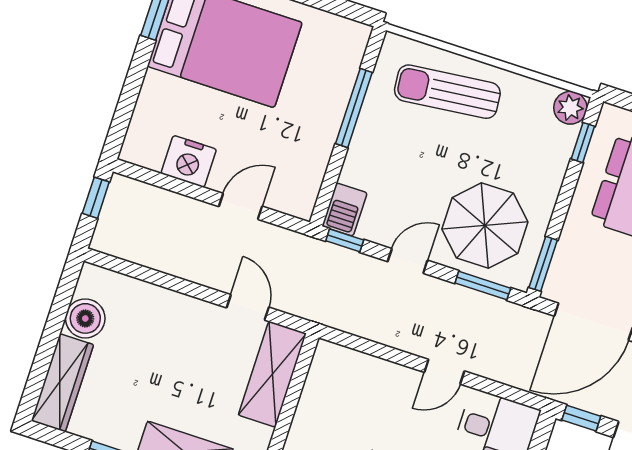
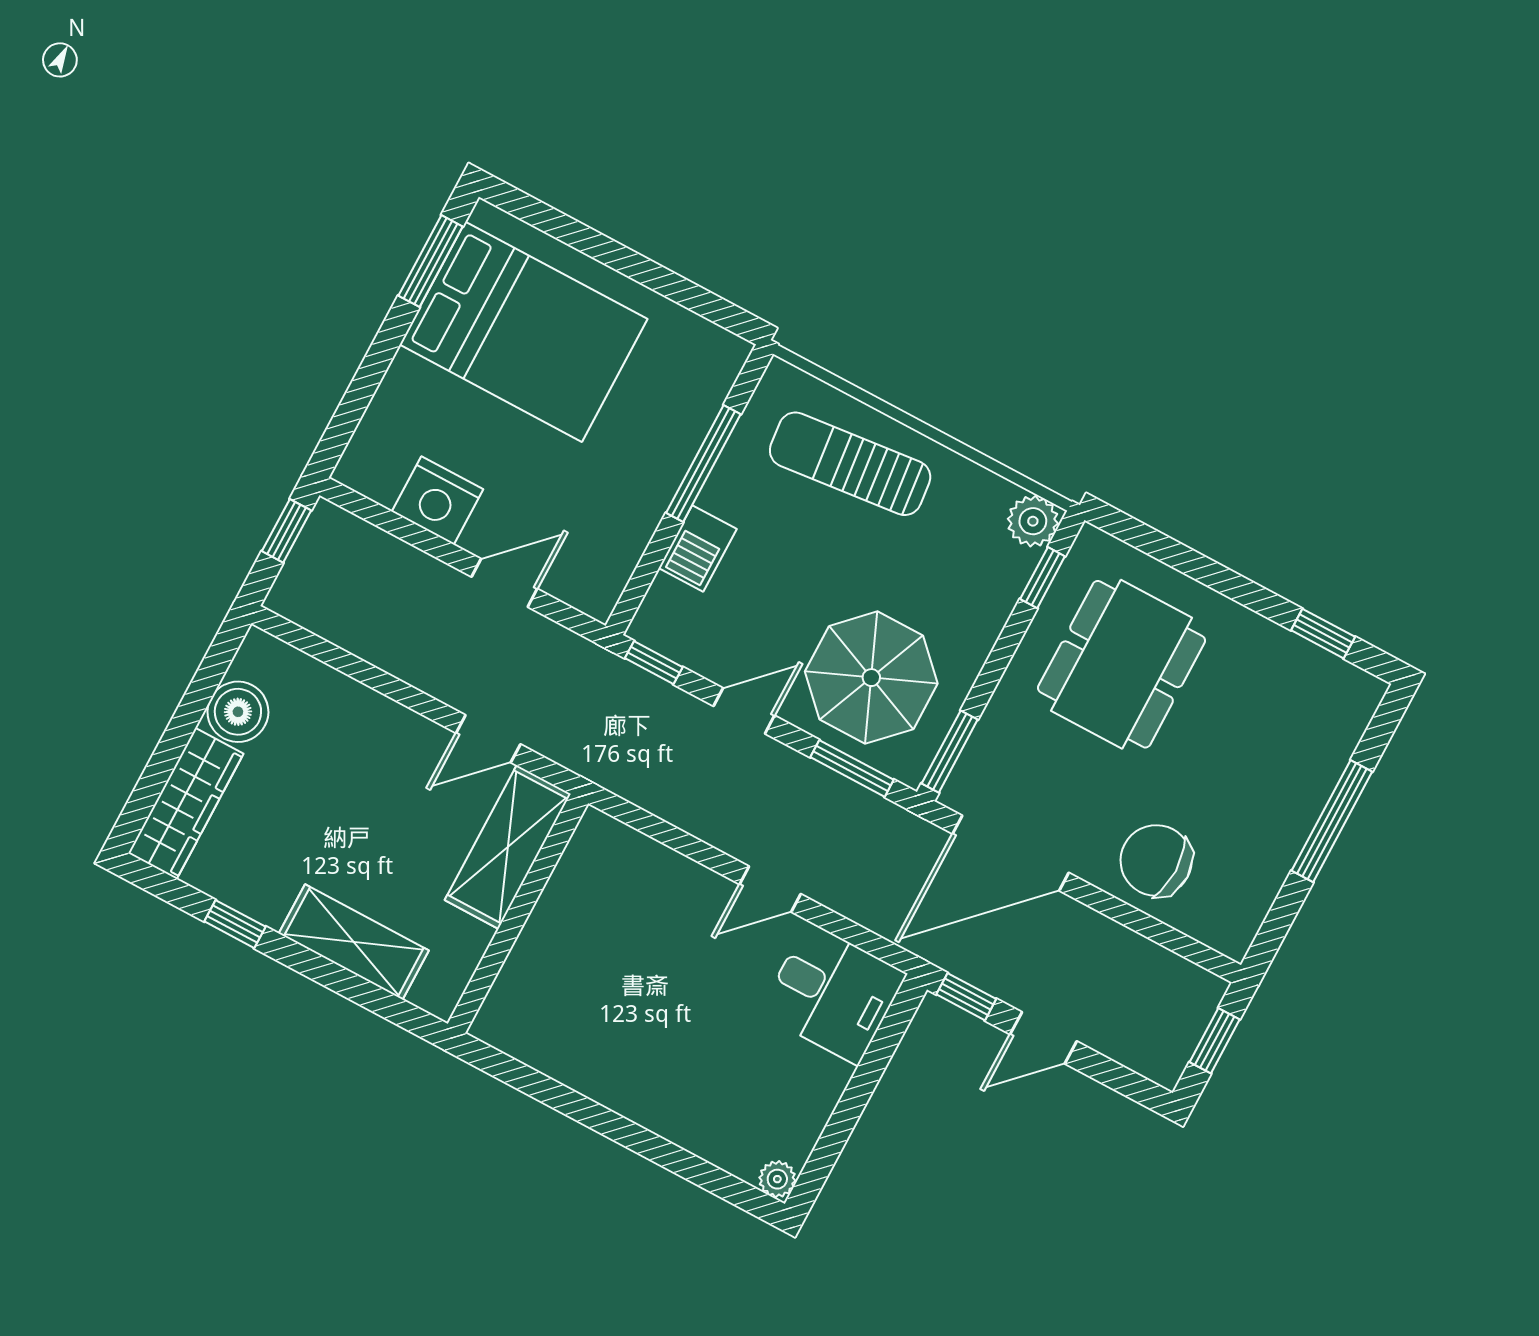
barbecue: (345, 210) -> (698, 549), moved
door: (248, 307) -> (488, 739), swing flipped

